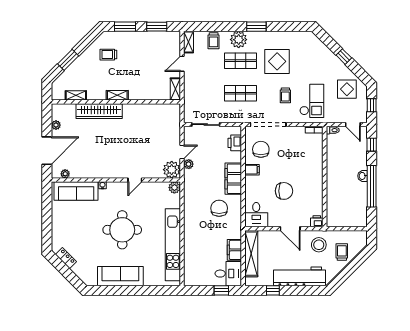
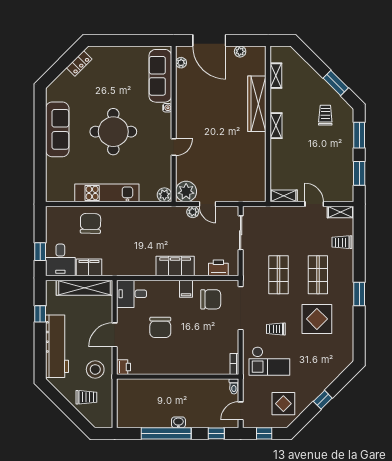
plant: (239, 40) -> (344, 272), removed
window: (68, 60) -> (336, 83), moved
door: (135, 180) -> (174, 147), swing flipped
chair: (219, 208) -> (90, 223), moved, turned -89
kitchen unit: (173, 245) -> (107, 193), width x0.73

